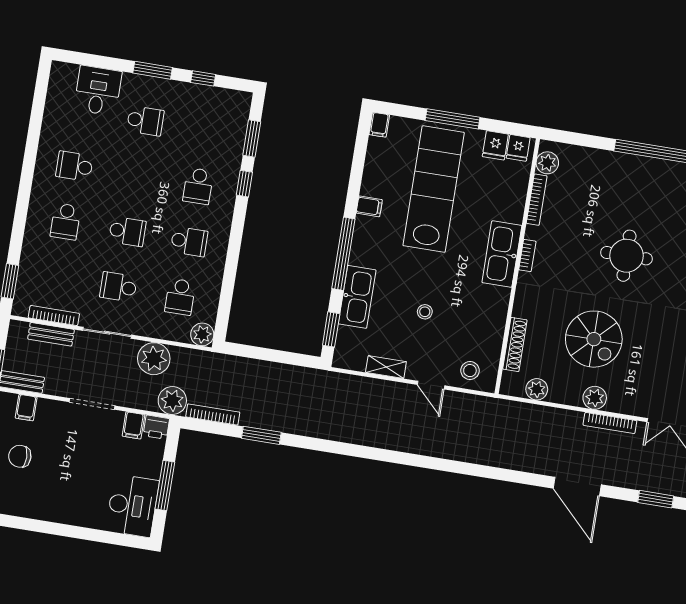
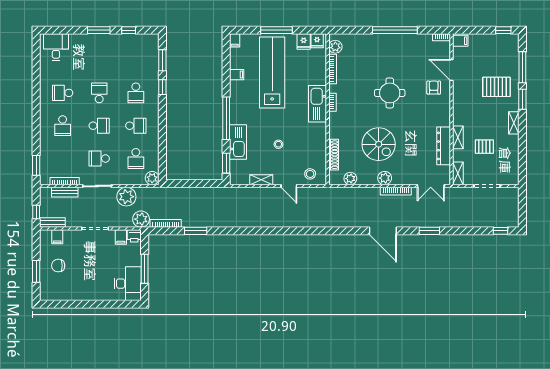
desk: (98, 91) -> (56, 47), moved
school desk: (145, 121) -> (99, 93), moved, turned -90
filing cabinet: (369, 206) -> (237, 75), moved

